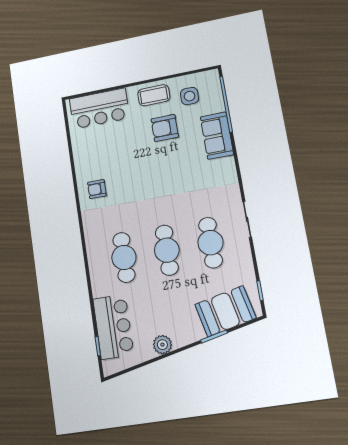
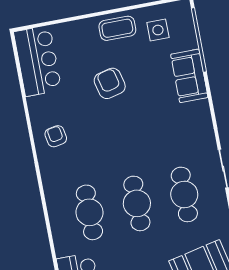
bar counter: (99, 108) -> (38, 61), moved, turned -90
armchair: (165, 128) -> (110, 83), moved, turned 76
armchair: (97, 189) -> (56, 136), turned 80

